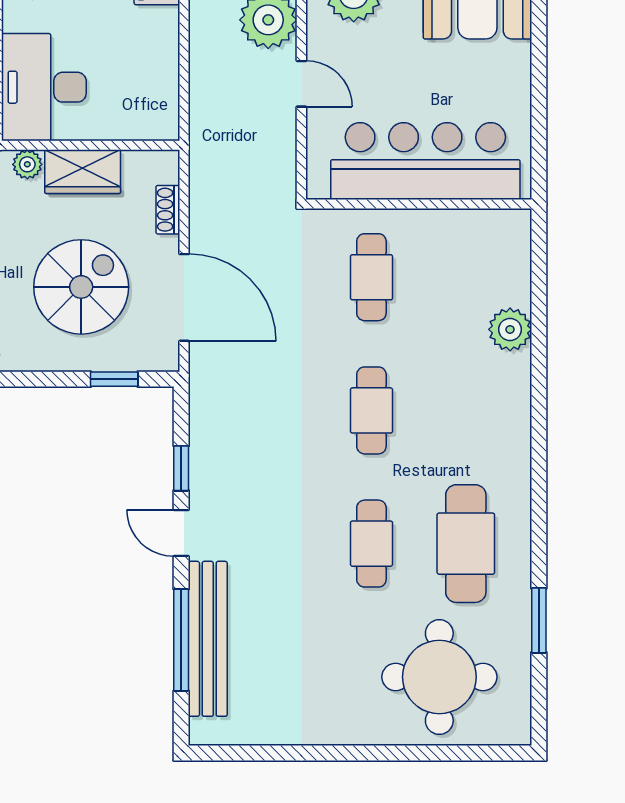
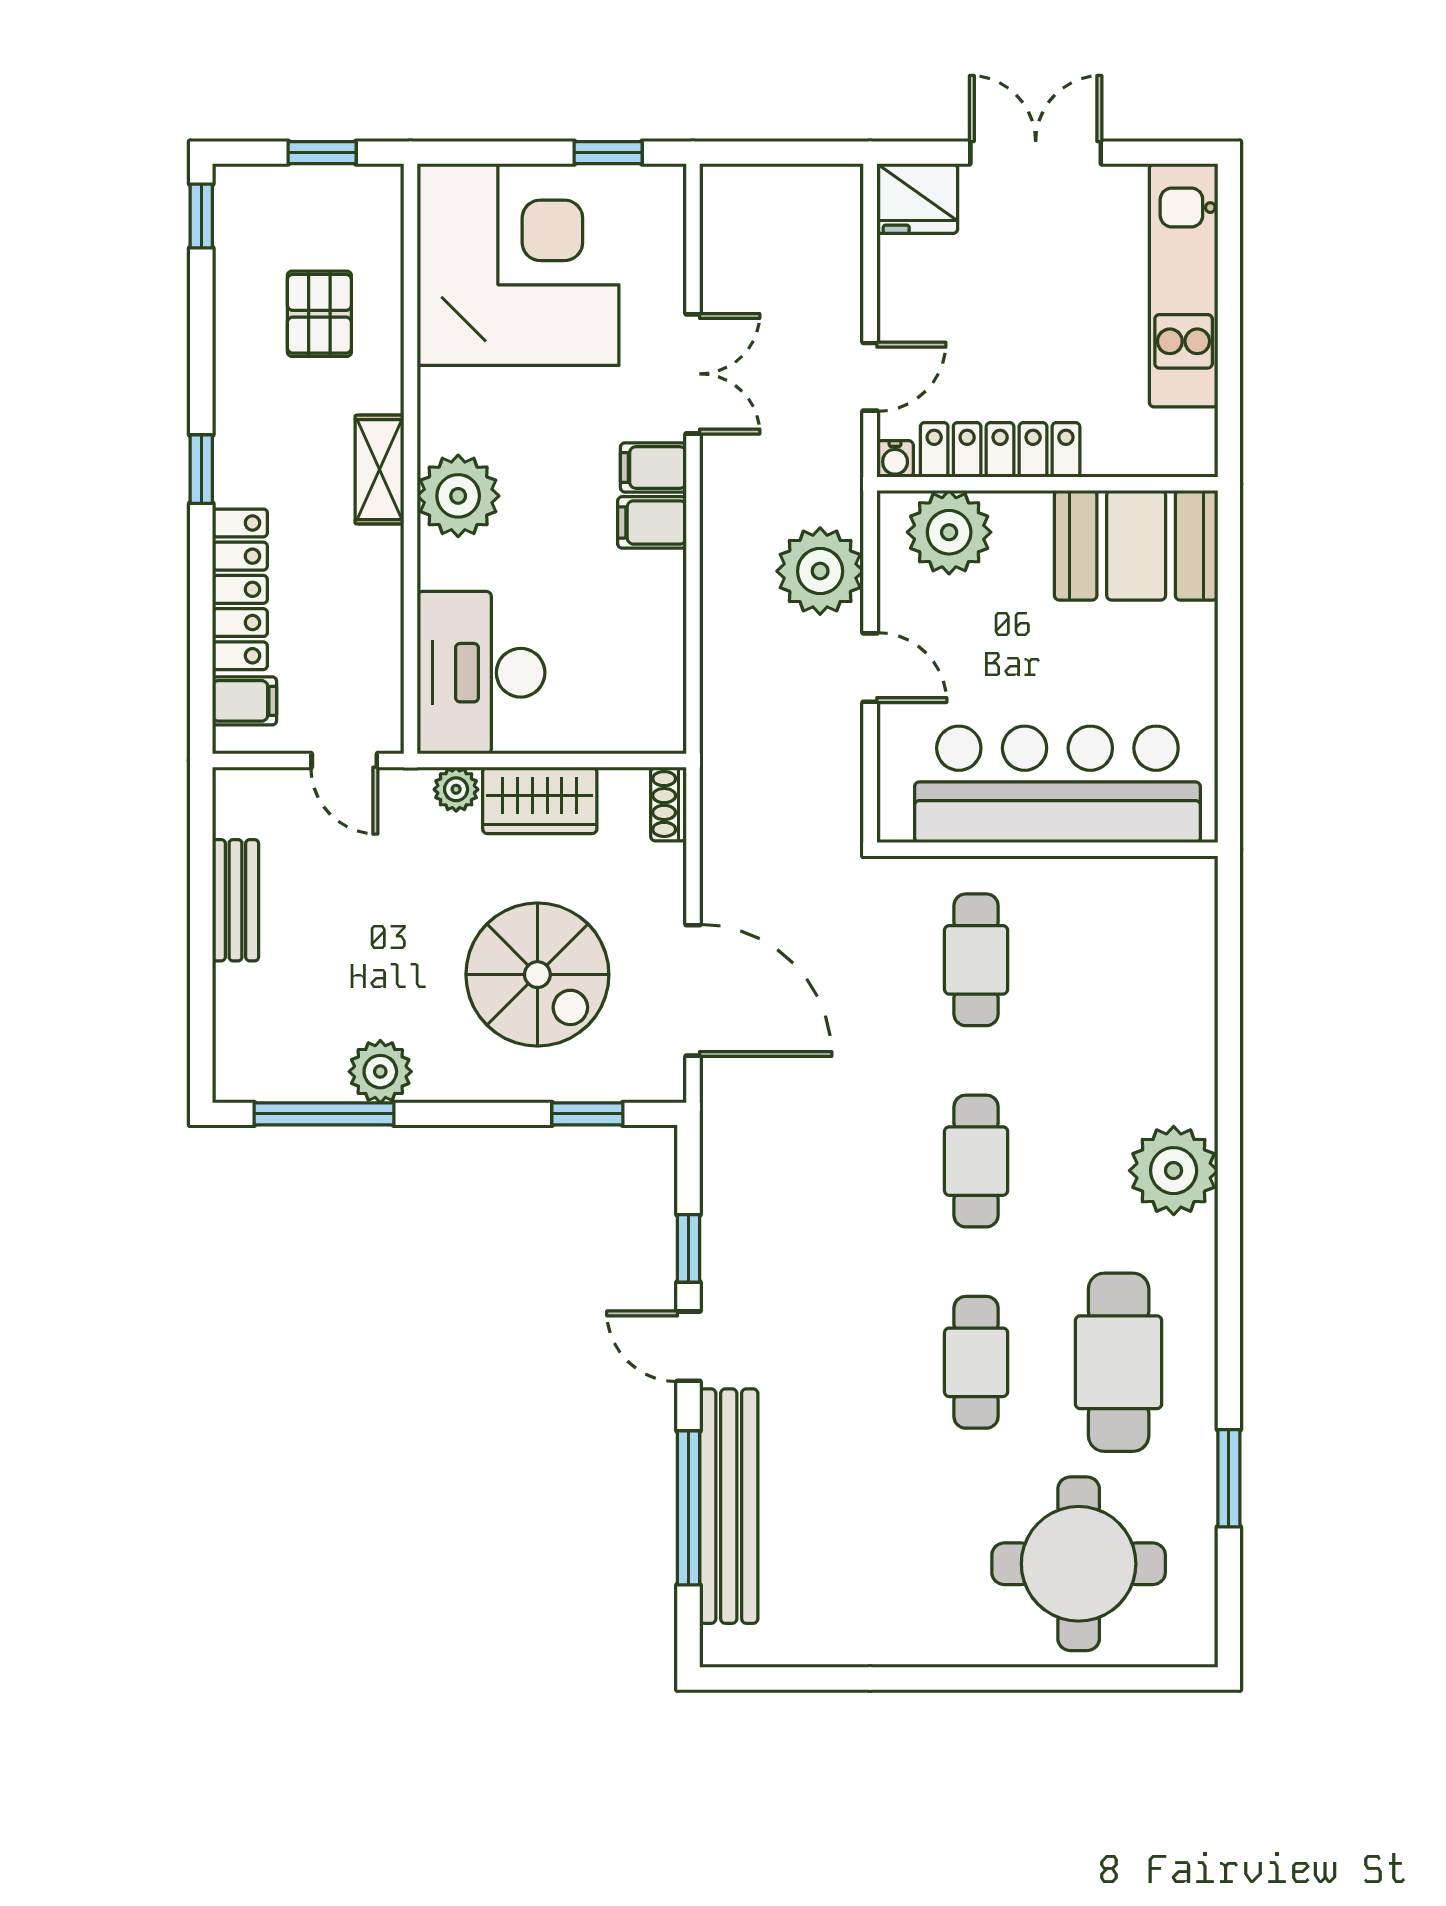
shoe rack: (168, 210) -> (668, 804), moved
spiral stairs: (81, 287) -> (537, 975), turned 90
plant: (510, 329) -> (1174, 1171), moved, width x1.36, depth x1.36

